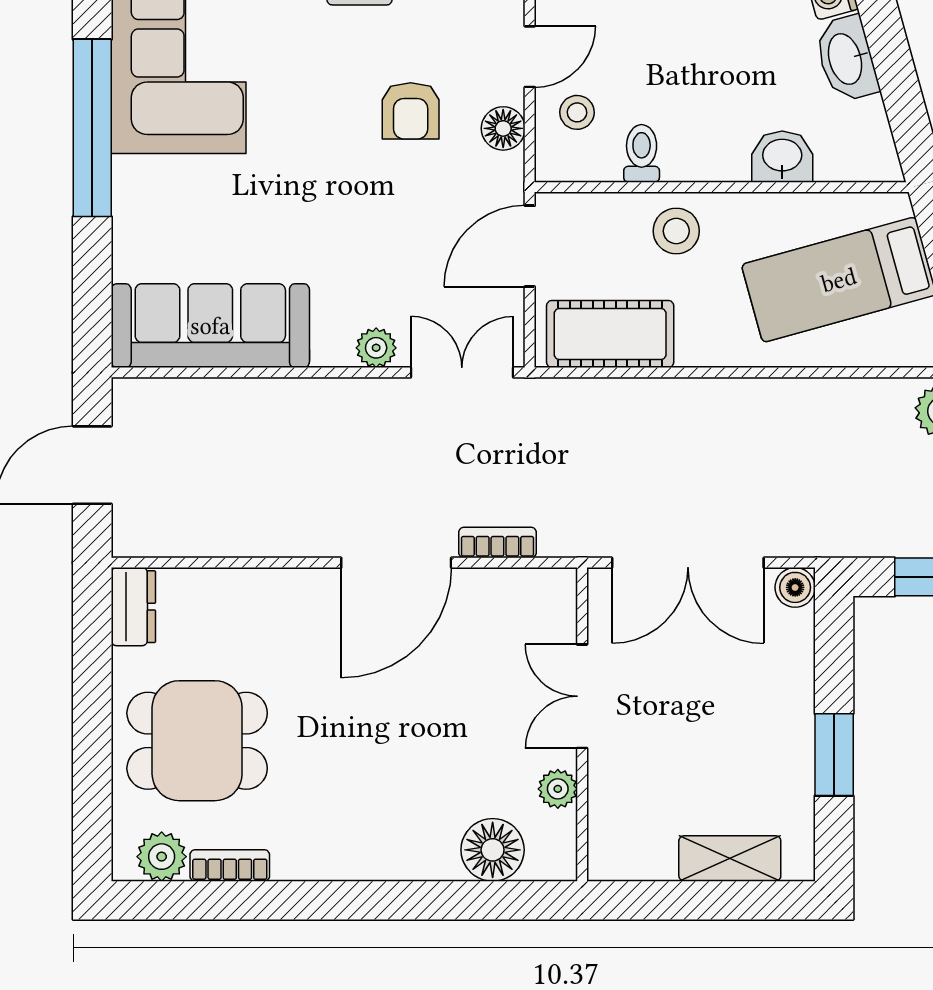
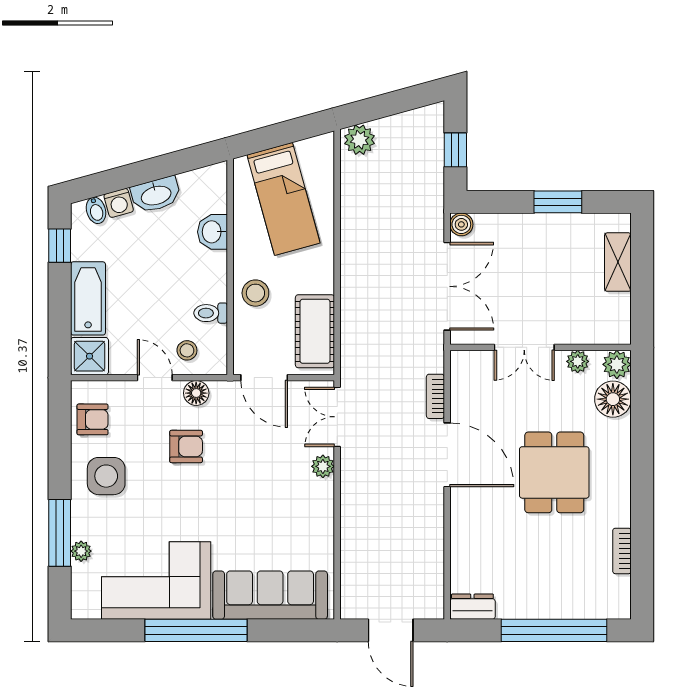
sofa: (210, 326) -> (270, 595), moved, turned 90
dining table: (197, 741) -> (554, 472), moved
window: (92, 748) -> (554, 630), added
plant: (162, 857) -> (617, 364), moved

